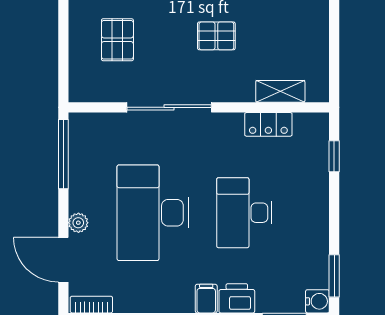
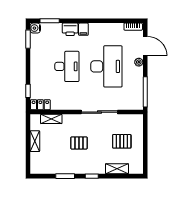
pallet: (117, 40) -> (122, 141), turned 90
shelving: (318, 40) -> (35, 141), added
locker: (268, 124) -> (40, 105), moved

